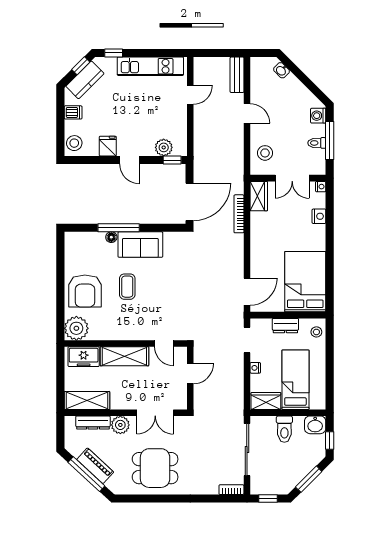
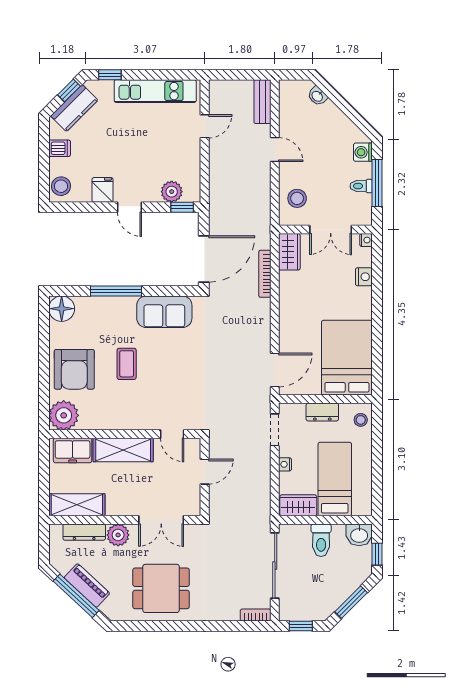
floor lamp: (111, 237) -> (62, 309), moved, width x1.89, depth x1.89
sofa: (140, 245) -> (164, 312), moved

